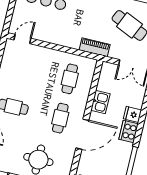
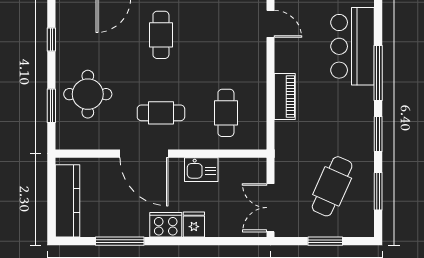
piano: (95, 47) -> (285, 97), moved
cafe table: (70, 79) -> (226, 113), turned 90

